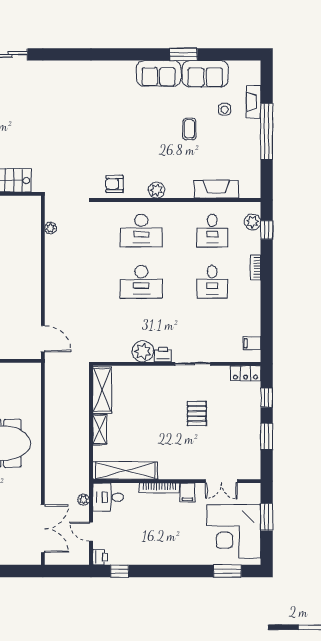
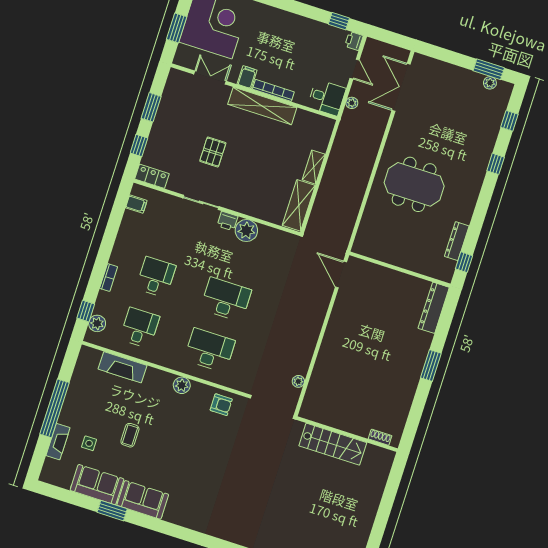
shelving: (125, 470) -> (262, 106), moved

